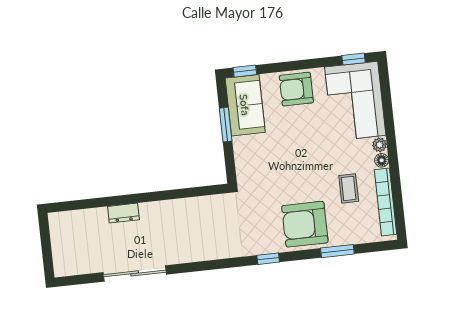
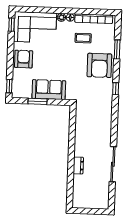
armchair: (296, 89) -> (24, 59), turned 180
sofa: (245, 105) -> (49, 90), moved

